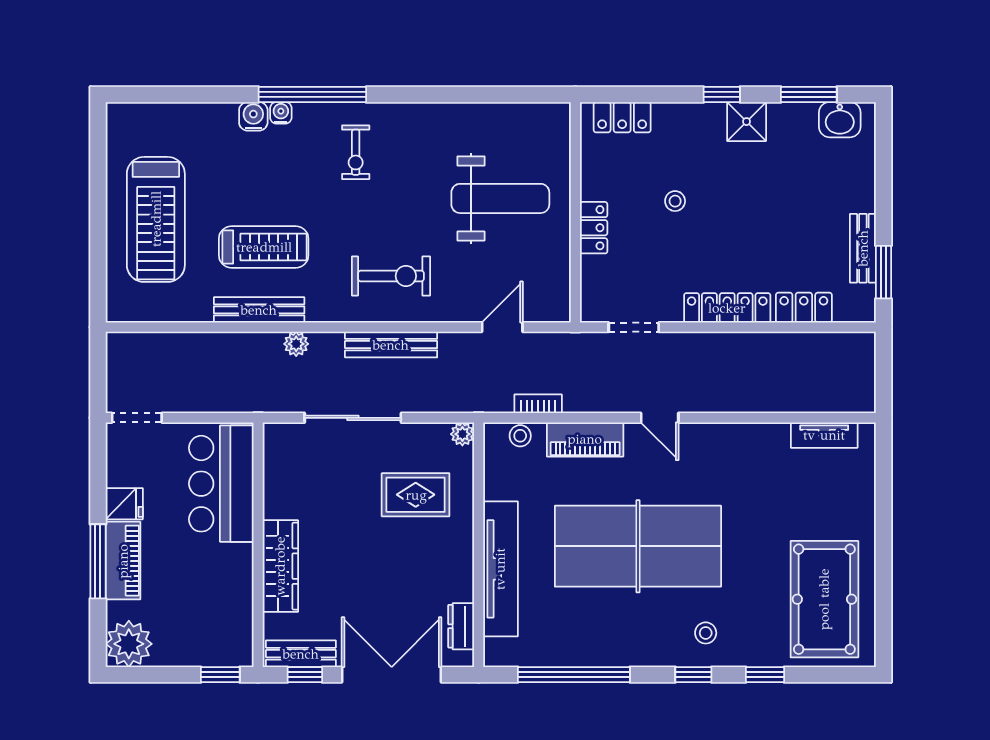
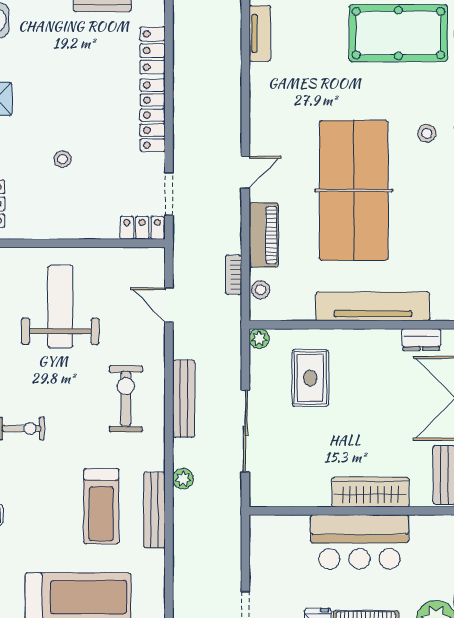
locker: (594, 228) -> (142, 228), moved
treadmill: (264, 247) -> (101, 506), turned 180
bar counter: (221, 484) -> (359, 542), moved

